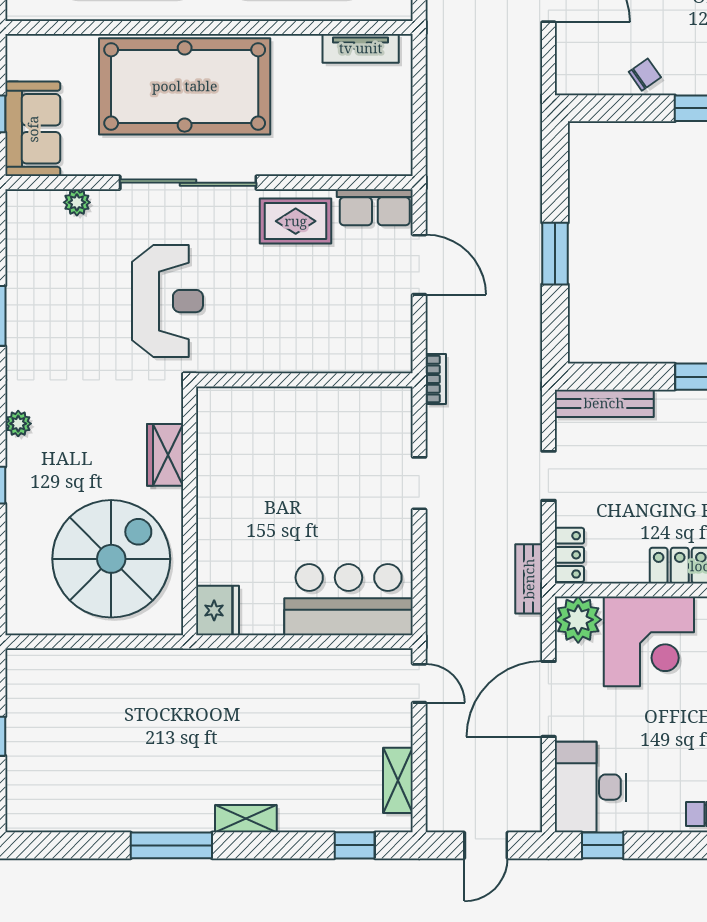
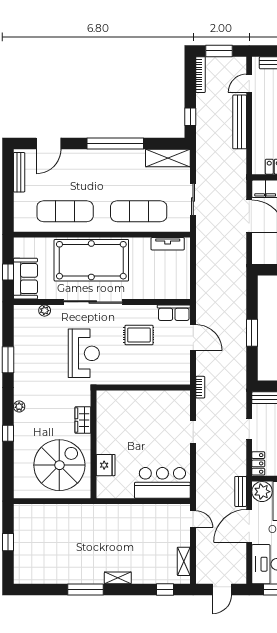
rug: (296, 221) -> (139, 335), moved
bench: (529, 579) -> (241, 491), moved
fridge: (217, 610) -> (106, 465), moved

